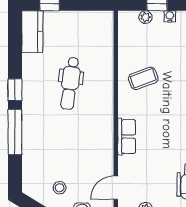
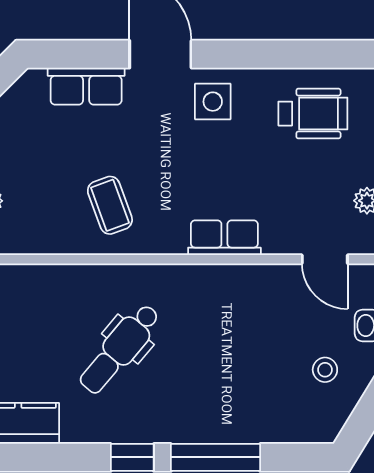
dental chair: (70, 83) -> (120, 349), turned 122

